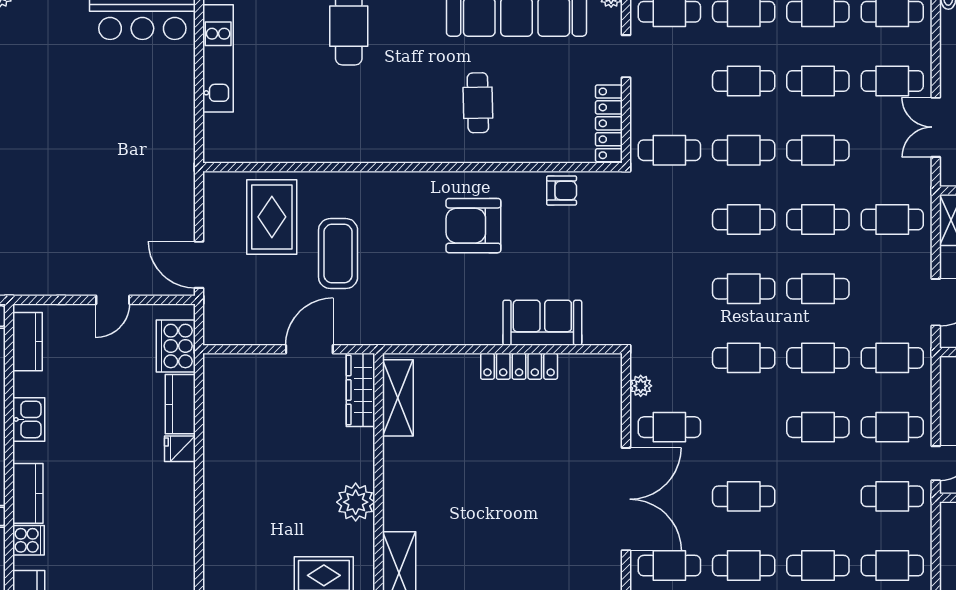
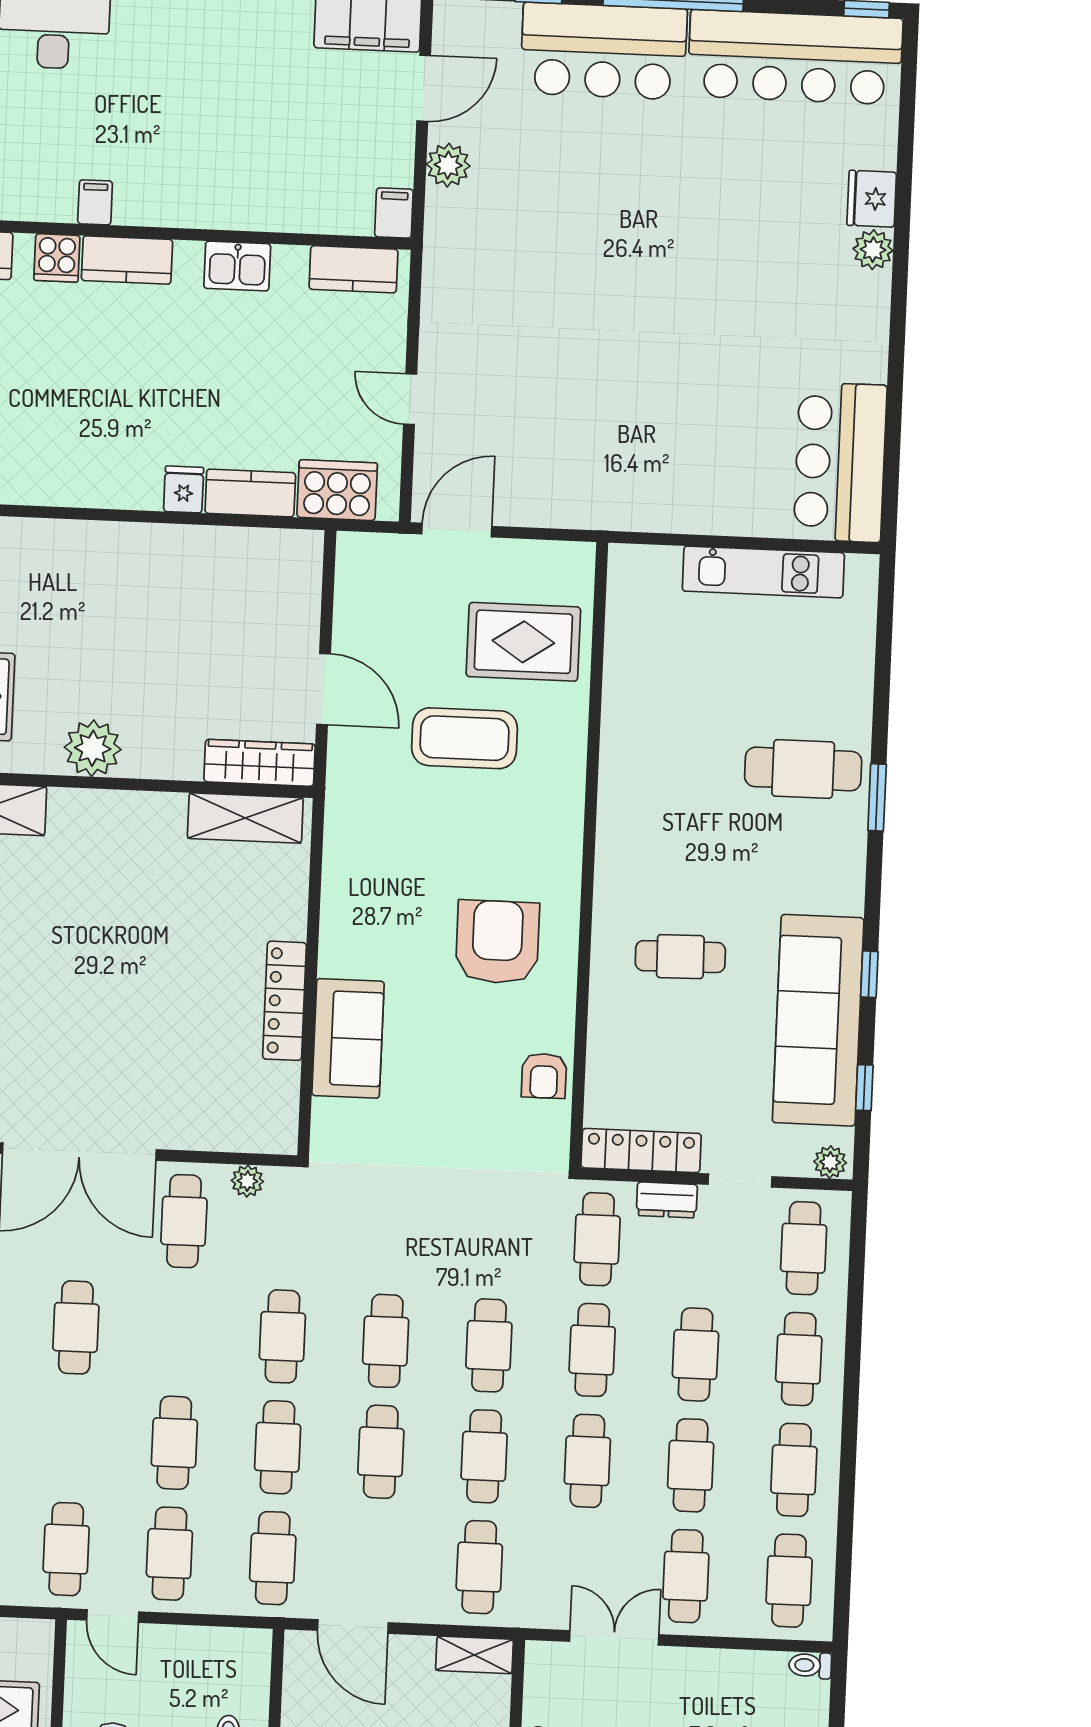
dresser: (641, 105) -> (667, 1200), added

